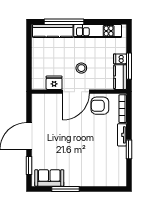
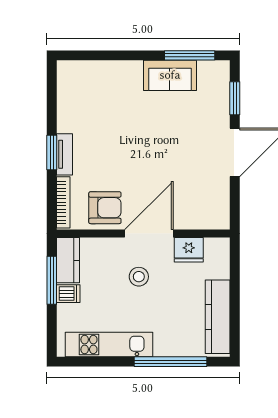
kitchen counter: (53, 31) -> (218, 317), moved, turned -90
window: (129, 149) -> (52, 152), moved
sofa: (49, 178) -> (170, 75), moved
window: (66, 189) -> (190, 55), moved

